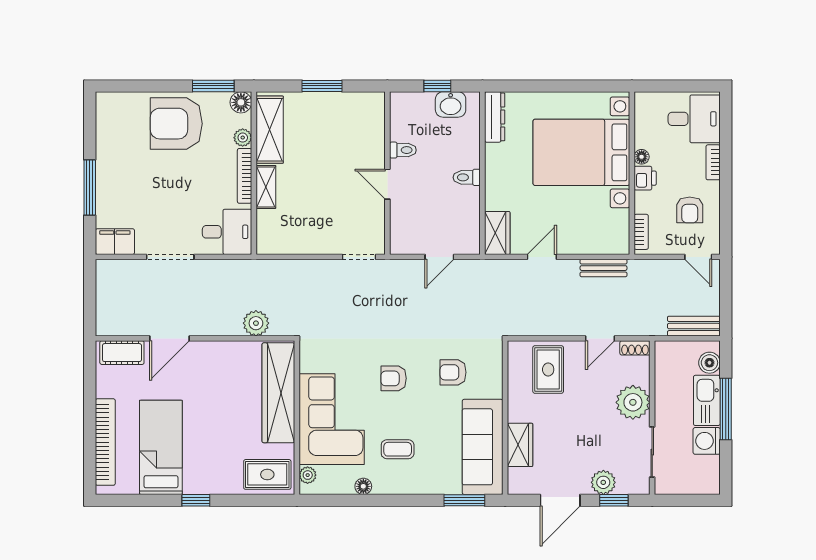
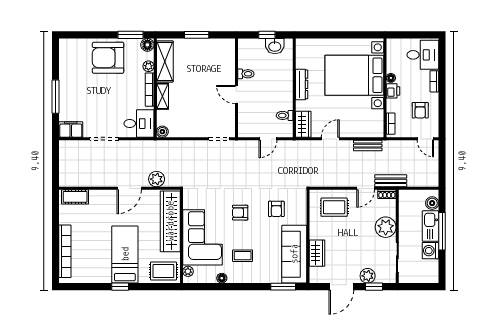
dresser: (495, 117) -> (302, 84), moved
toilet: (467, 177) -> (285, 115), moved
boiler: (266, 245) -> (162, 132), added
bench: (694, 326) -> (391, 181), moved
door: (169, 338) -> (129, 188), moved
rug: (548, 369) -> (334, 207), turned 90
armchair: (453, 372) -> (276, 209), turned -90
bed: (161, 447) -> (125, 254), moved

